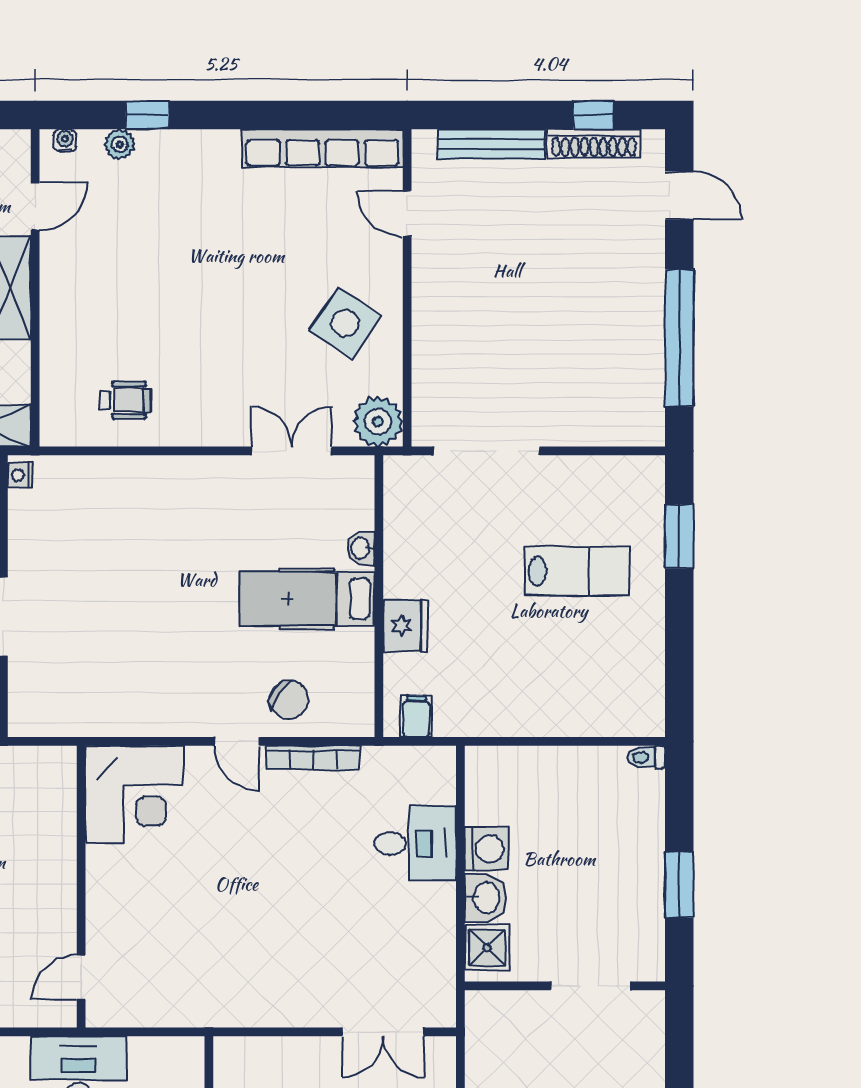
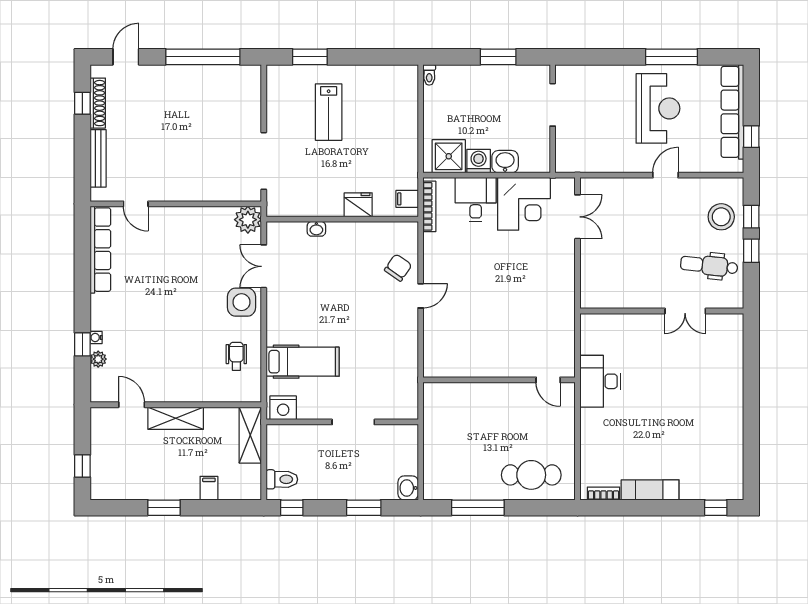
water cooler: (65, 140) -> (96, 338), moved
door: (407, 214) -> (136, 204), hinge flipped
side table: (345, 323) -> (242, 302), moved, turned -34
nightstand: (20, 475) -> (283, 408), width x1.89, depth x1.79
lab bench: (577, 571) -> (329, 112), turned 180
hospital bed: (307, 599) -> (303, 362), moved, turned -90
bookcase: (313, 758) -> (429, 206), moved
corner desk: (134, 794) -> (524, 204), moved, turned 90
shower: (487, 948) -> (449, 156), moved, width x1.36, depth x1.36

